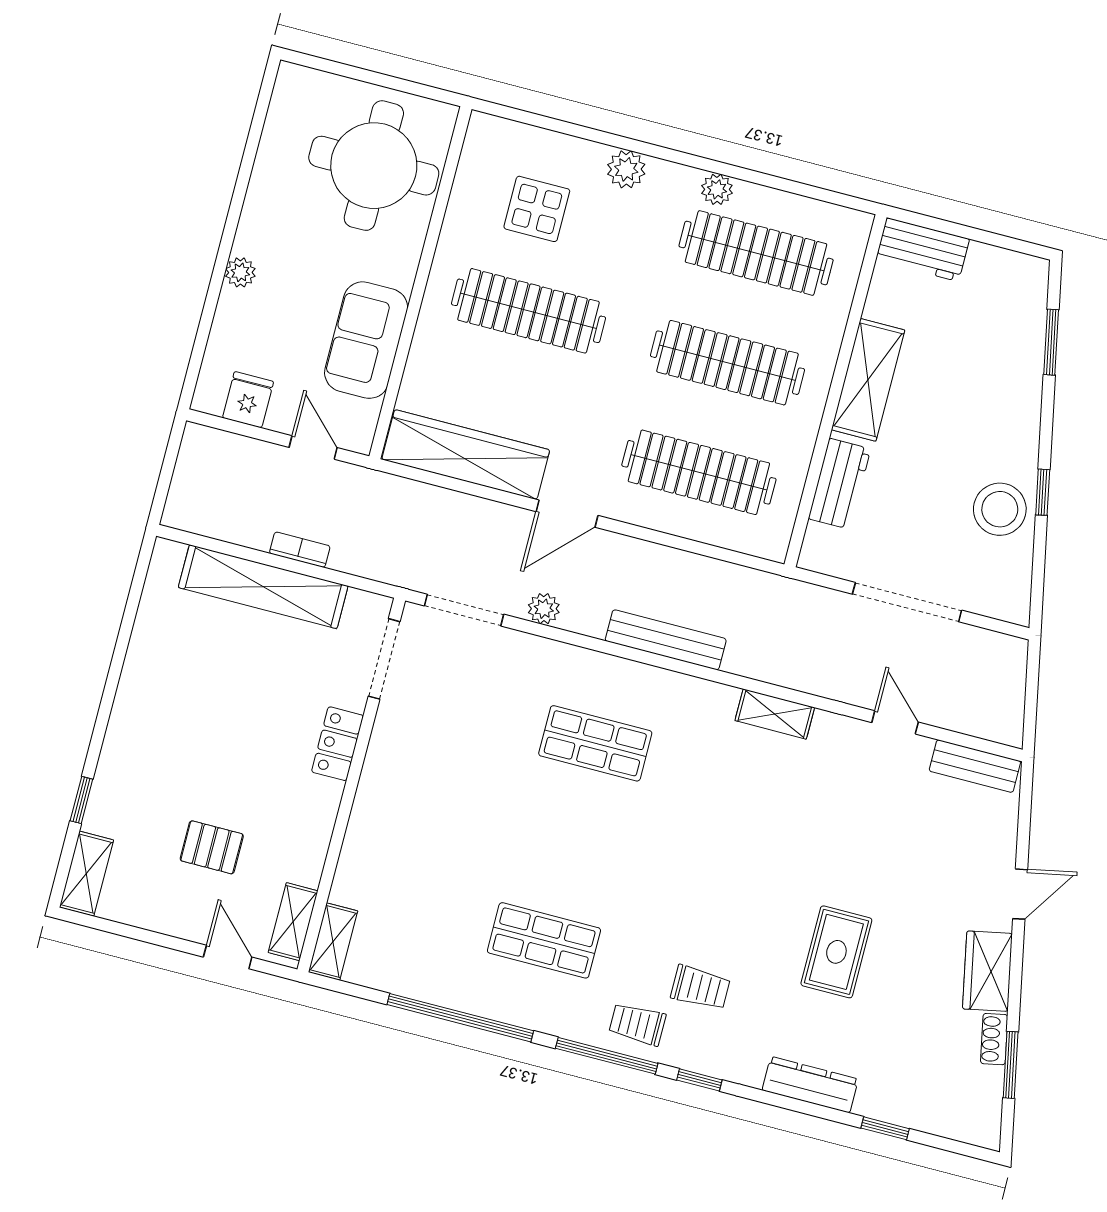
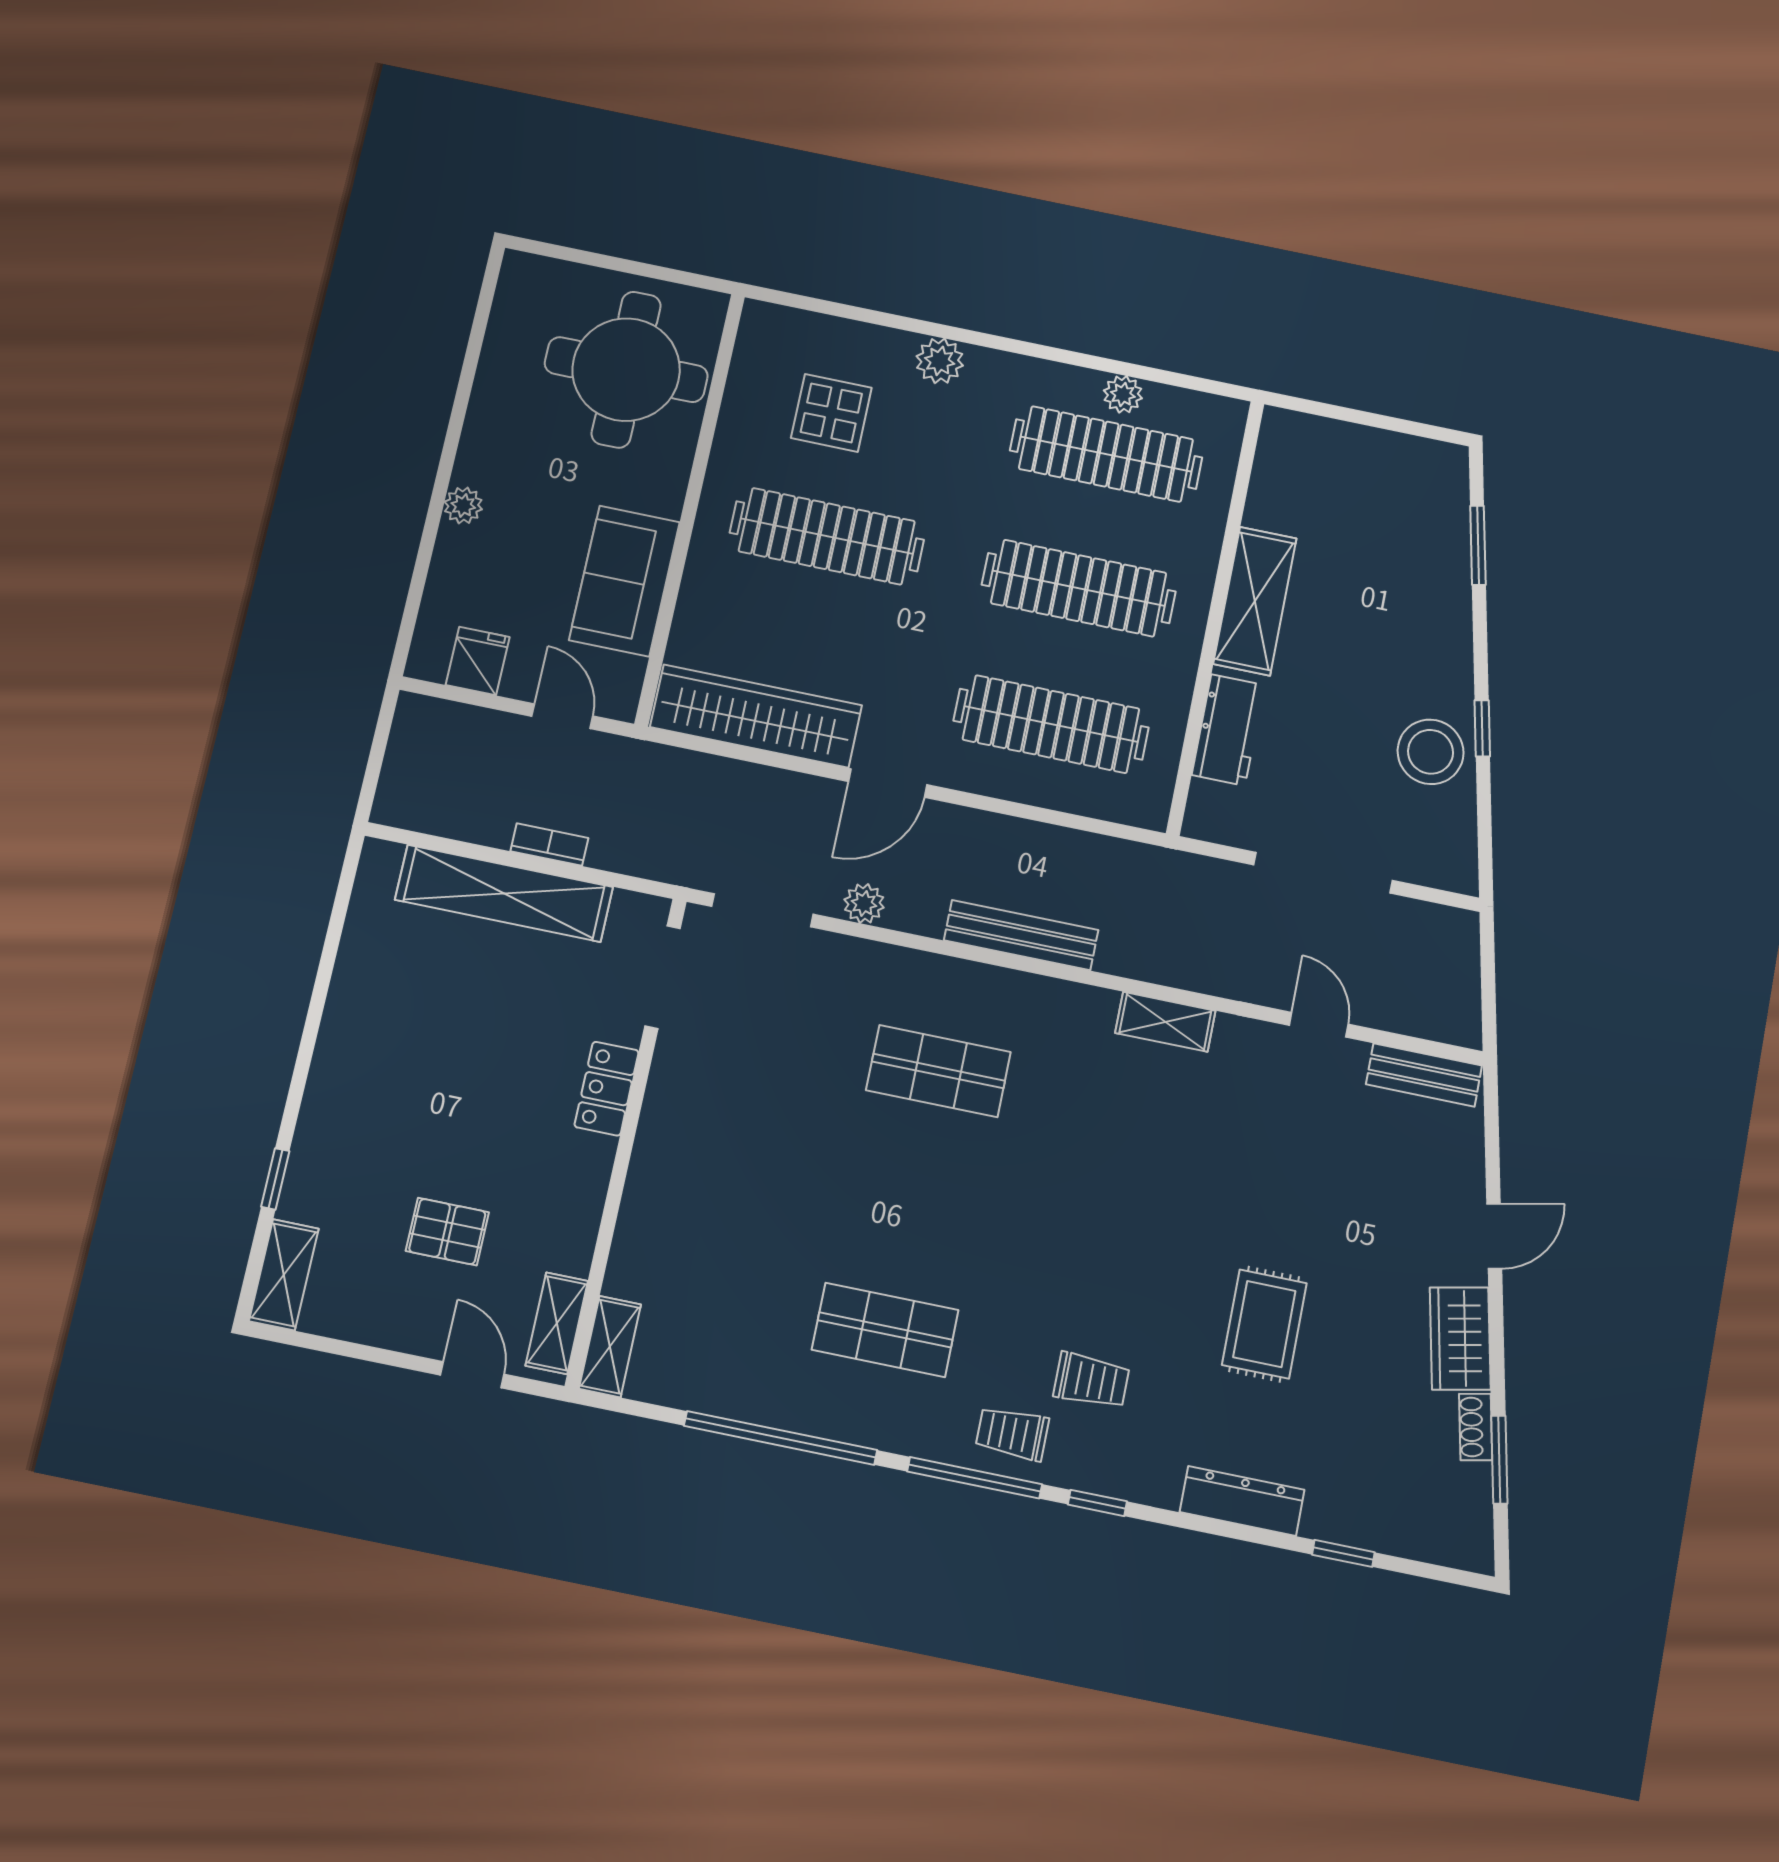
plant: (717, 189) -> (1123, 394), moved
workbench: (923, 249) -> (1311, 441), removed

